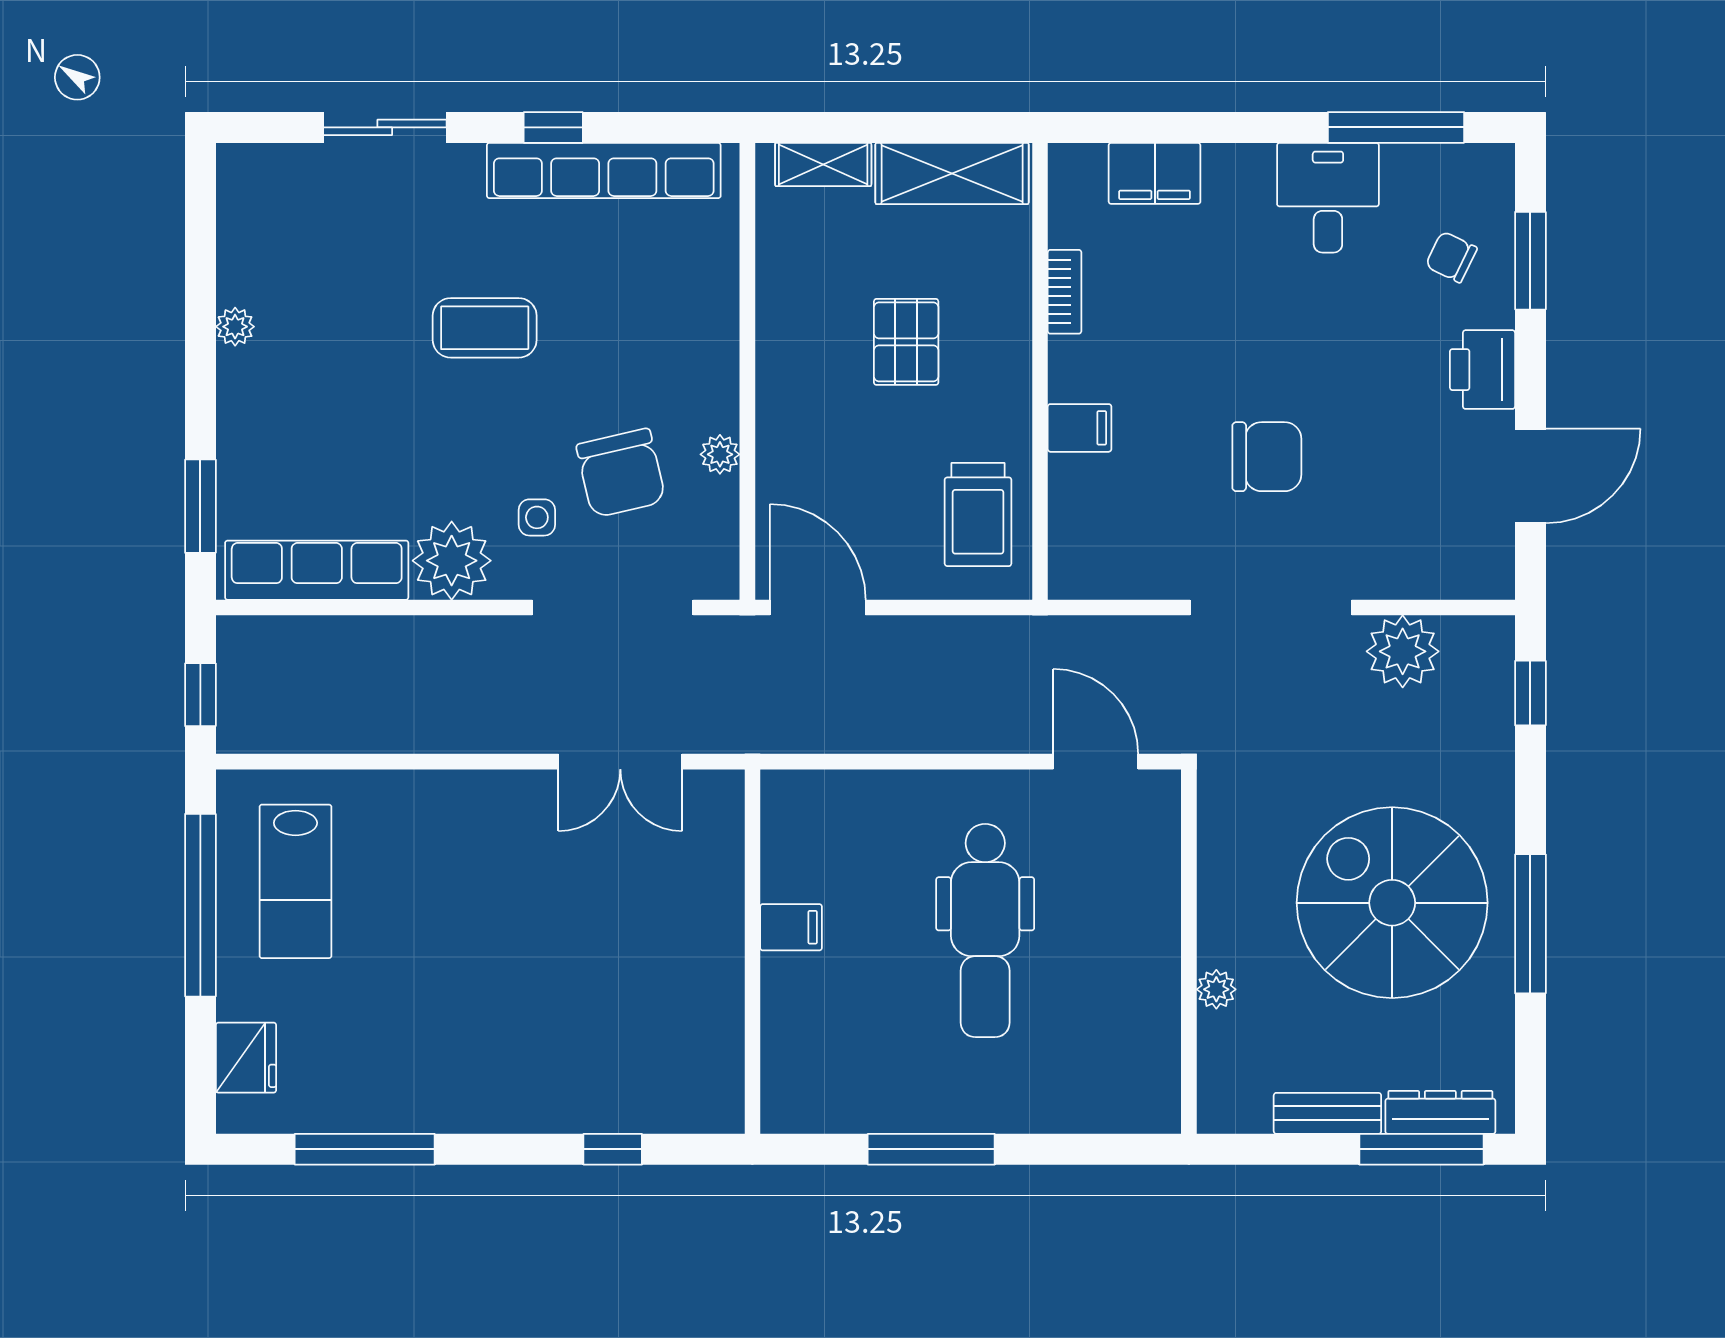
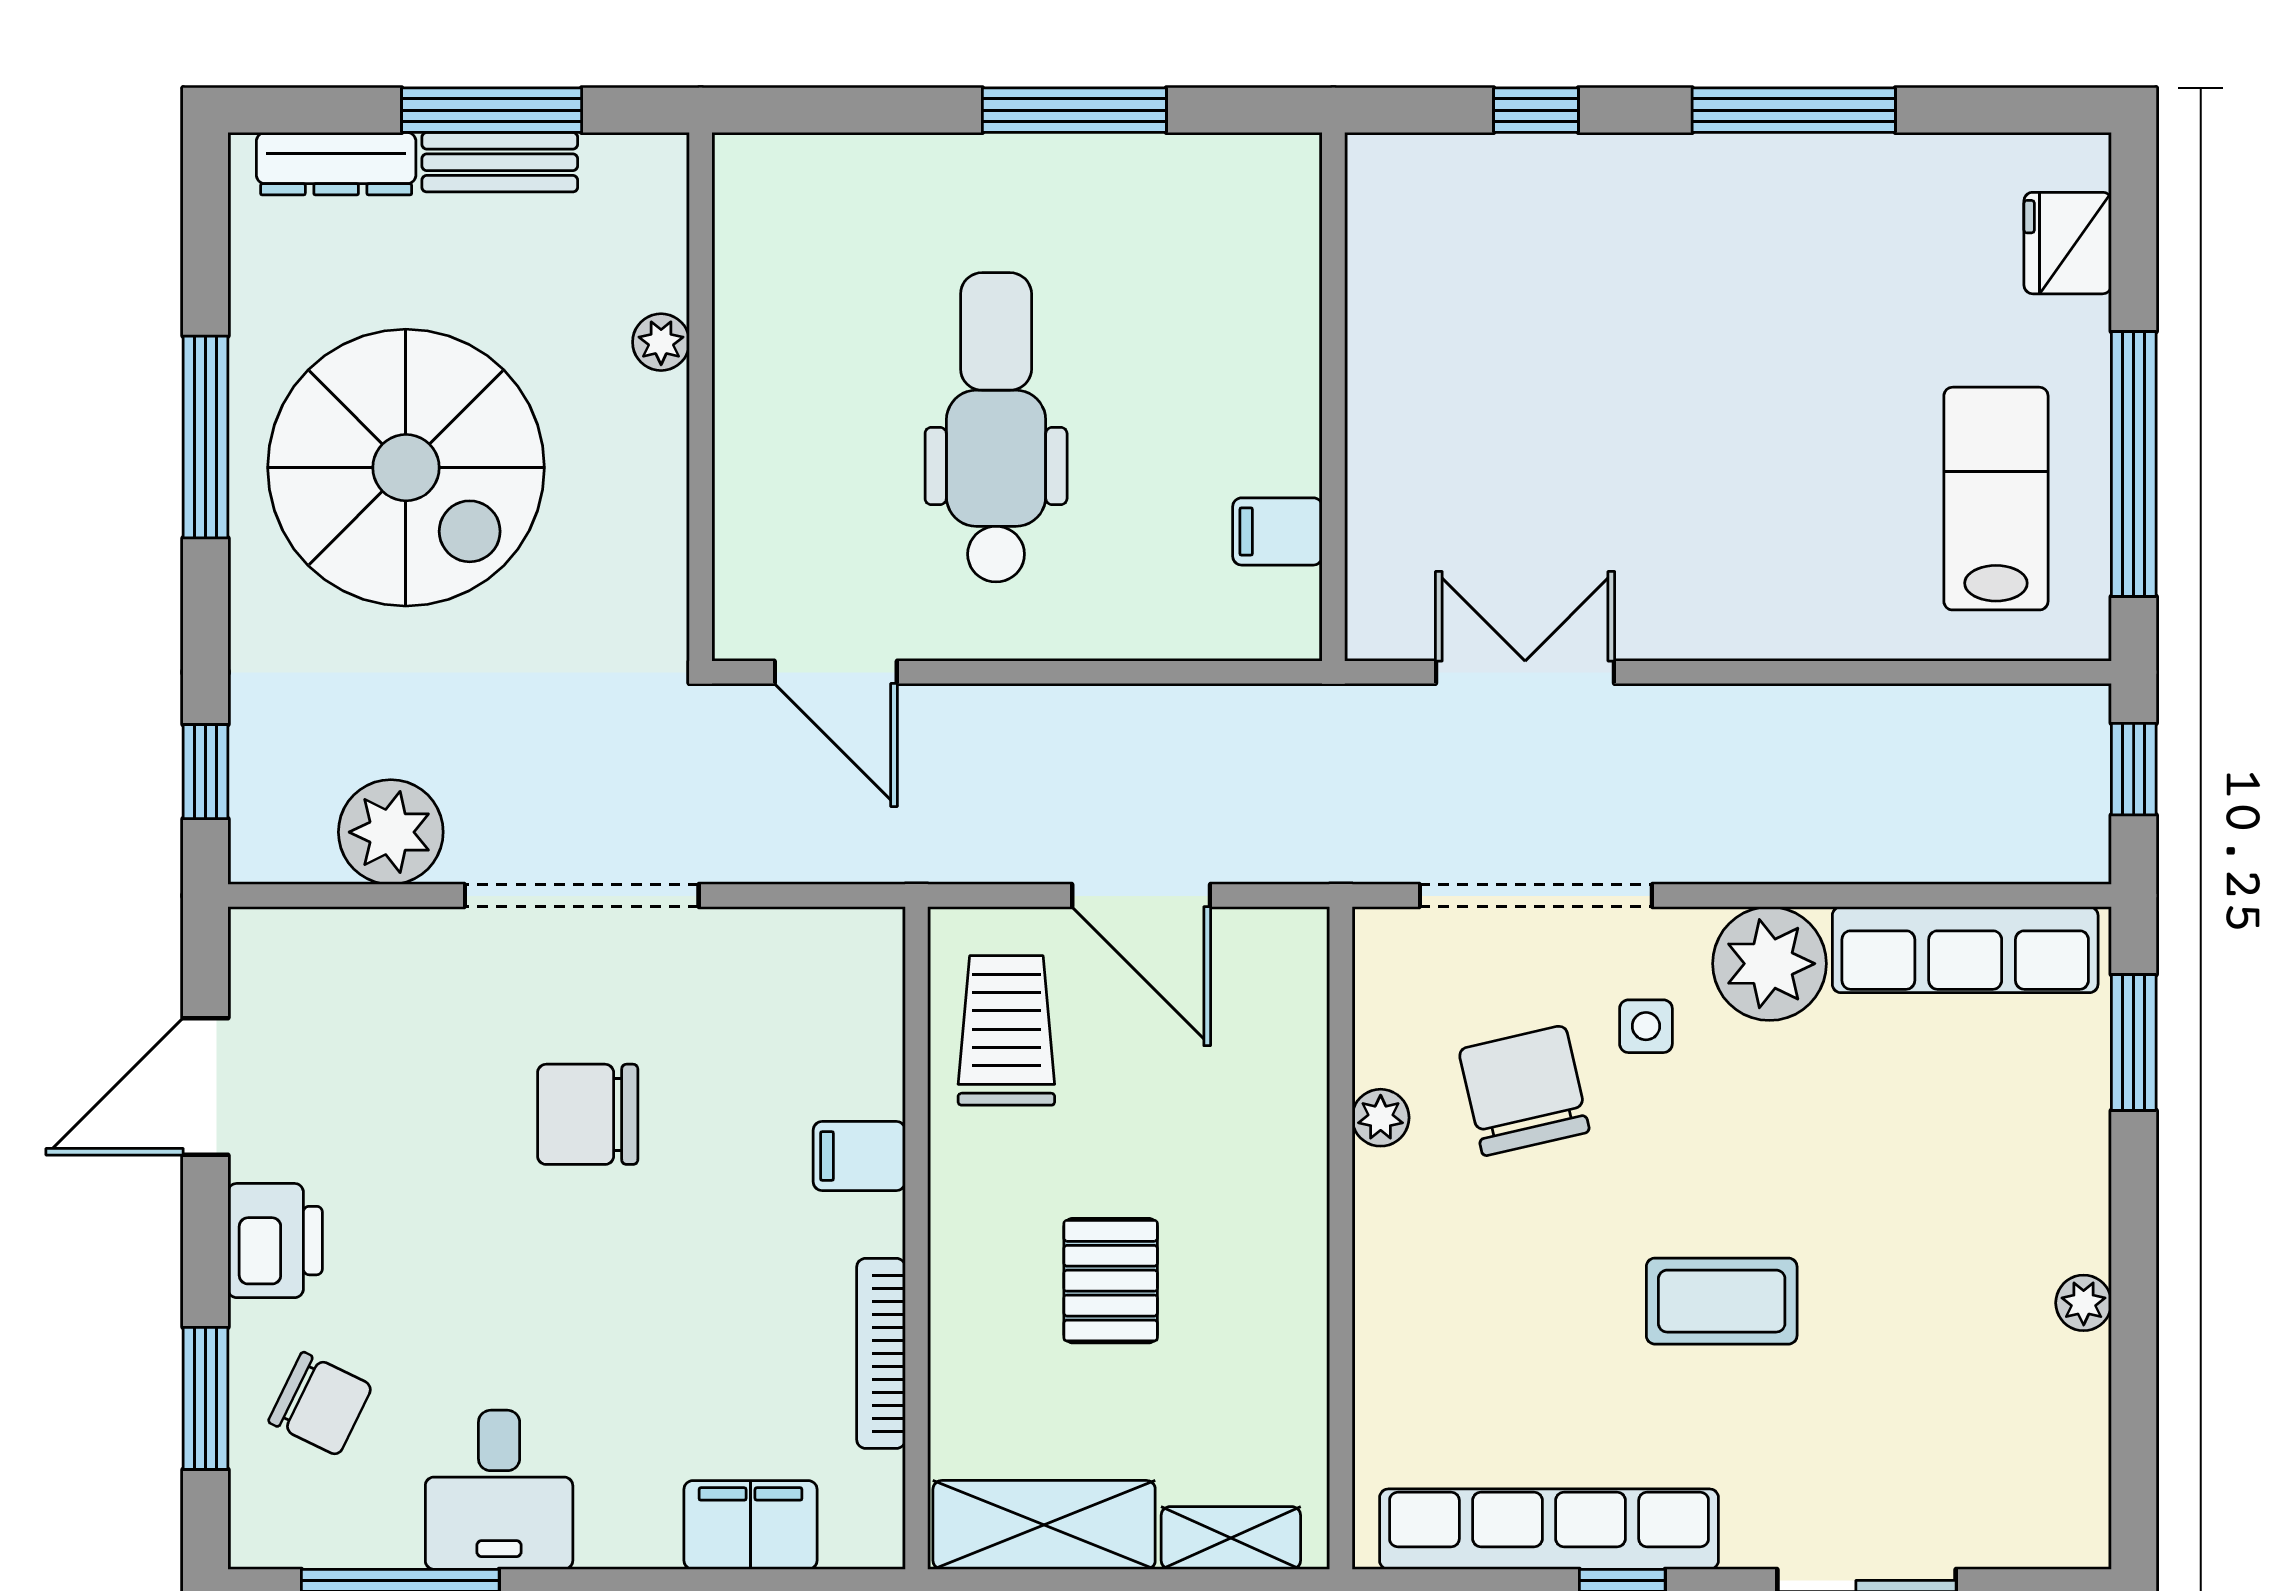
chair: (1451, 257) -> (320, 1404), width x1.37, depth x1.37
bookcase: (1065, 292) -> (881, 1353), width x1.56
door: (818, 608) -> (1141, 896), moved
filing cabinet: (791, 927) -> (1277, 531), moved
window: (365, 1149) -> (1794, 110), moved
window: (1421, 1149) -> (492, 110), moved

